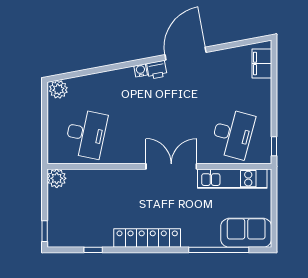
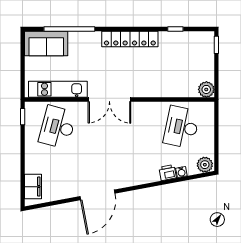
water cooler: (141, 70) -> (181, 172), moved
printer: (157, 70) -> (168, 173), moved

